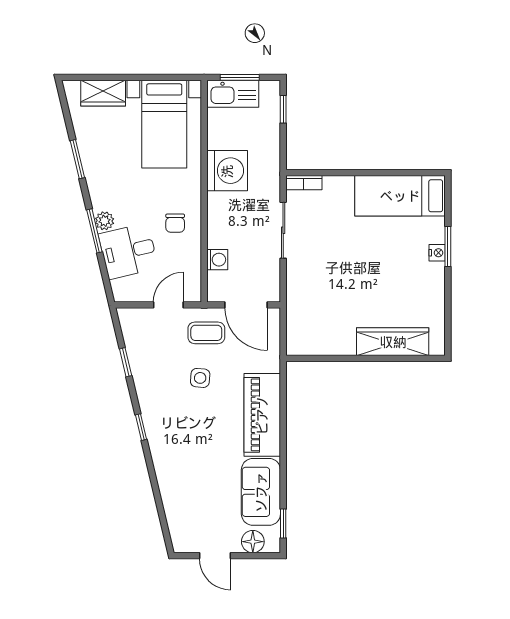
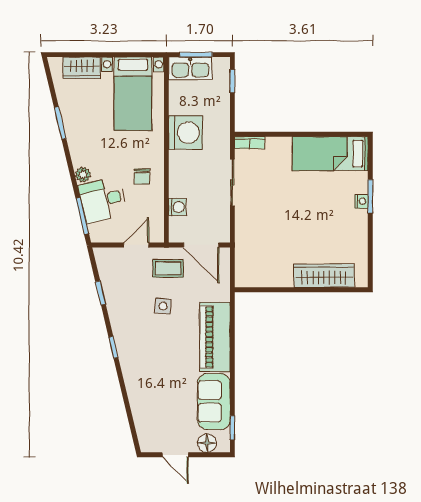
window: (94, 231) -> (82, 216), moved

